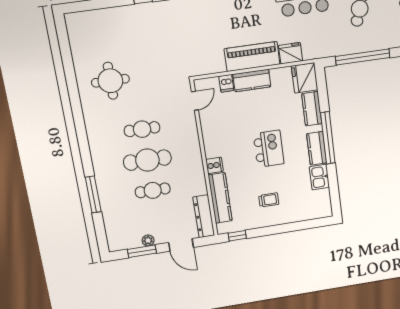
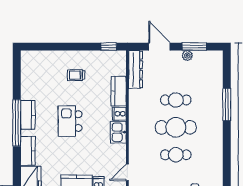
kitchen sink: (319, 177) -> (118, 132), moved, turned 180
kitchen counter: (220, 198) -> (119, 91), width x0.67

